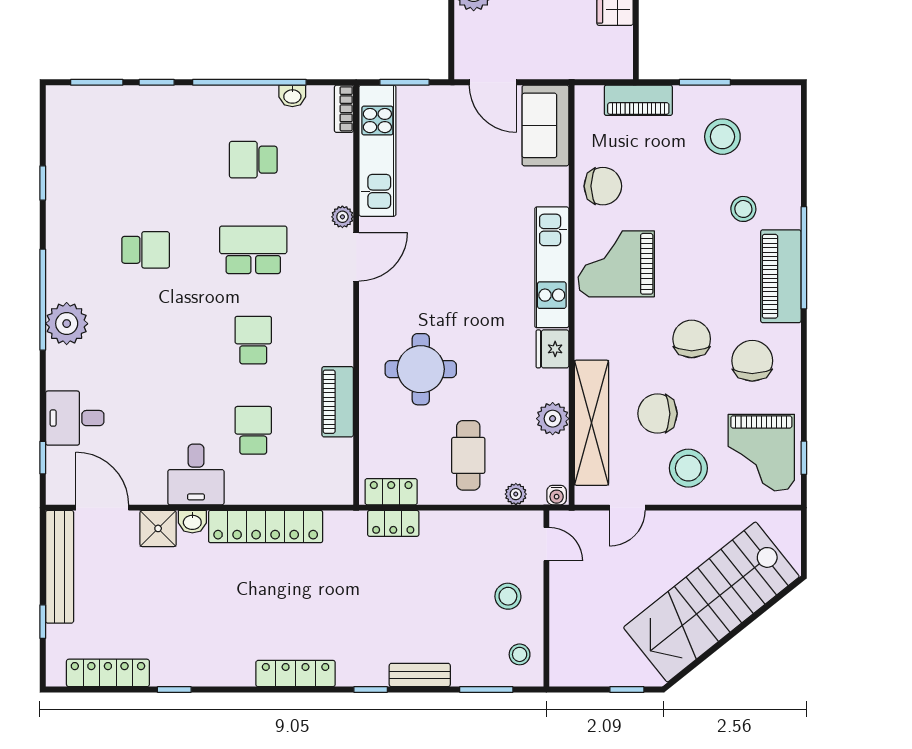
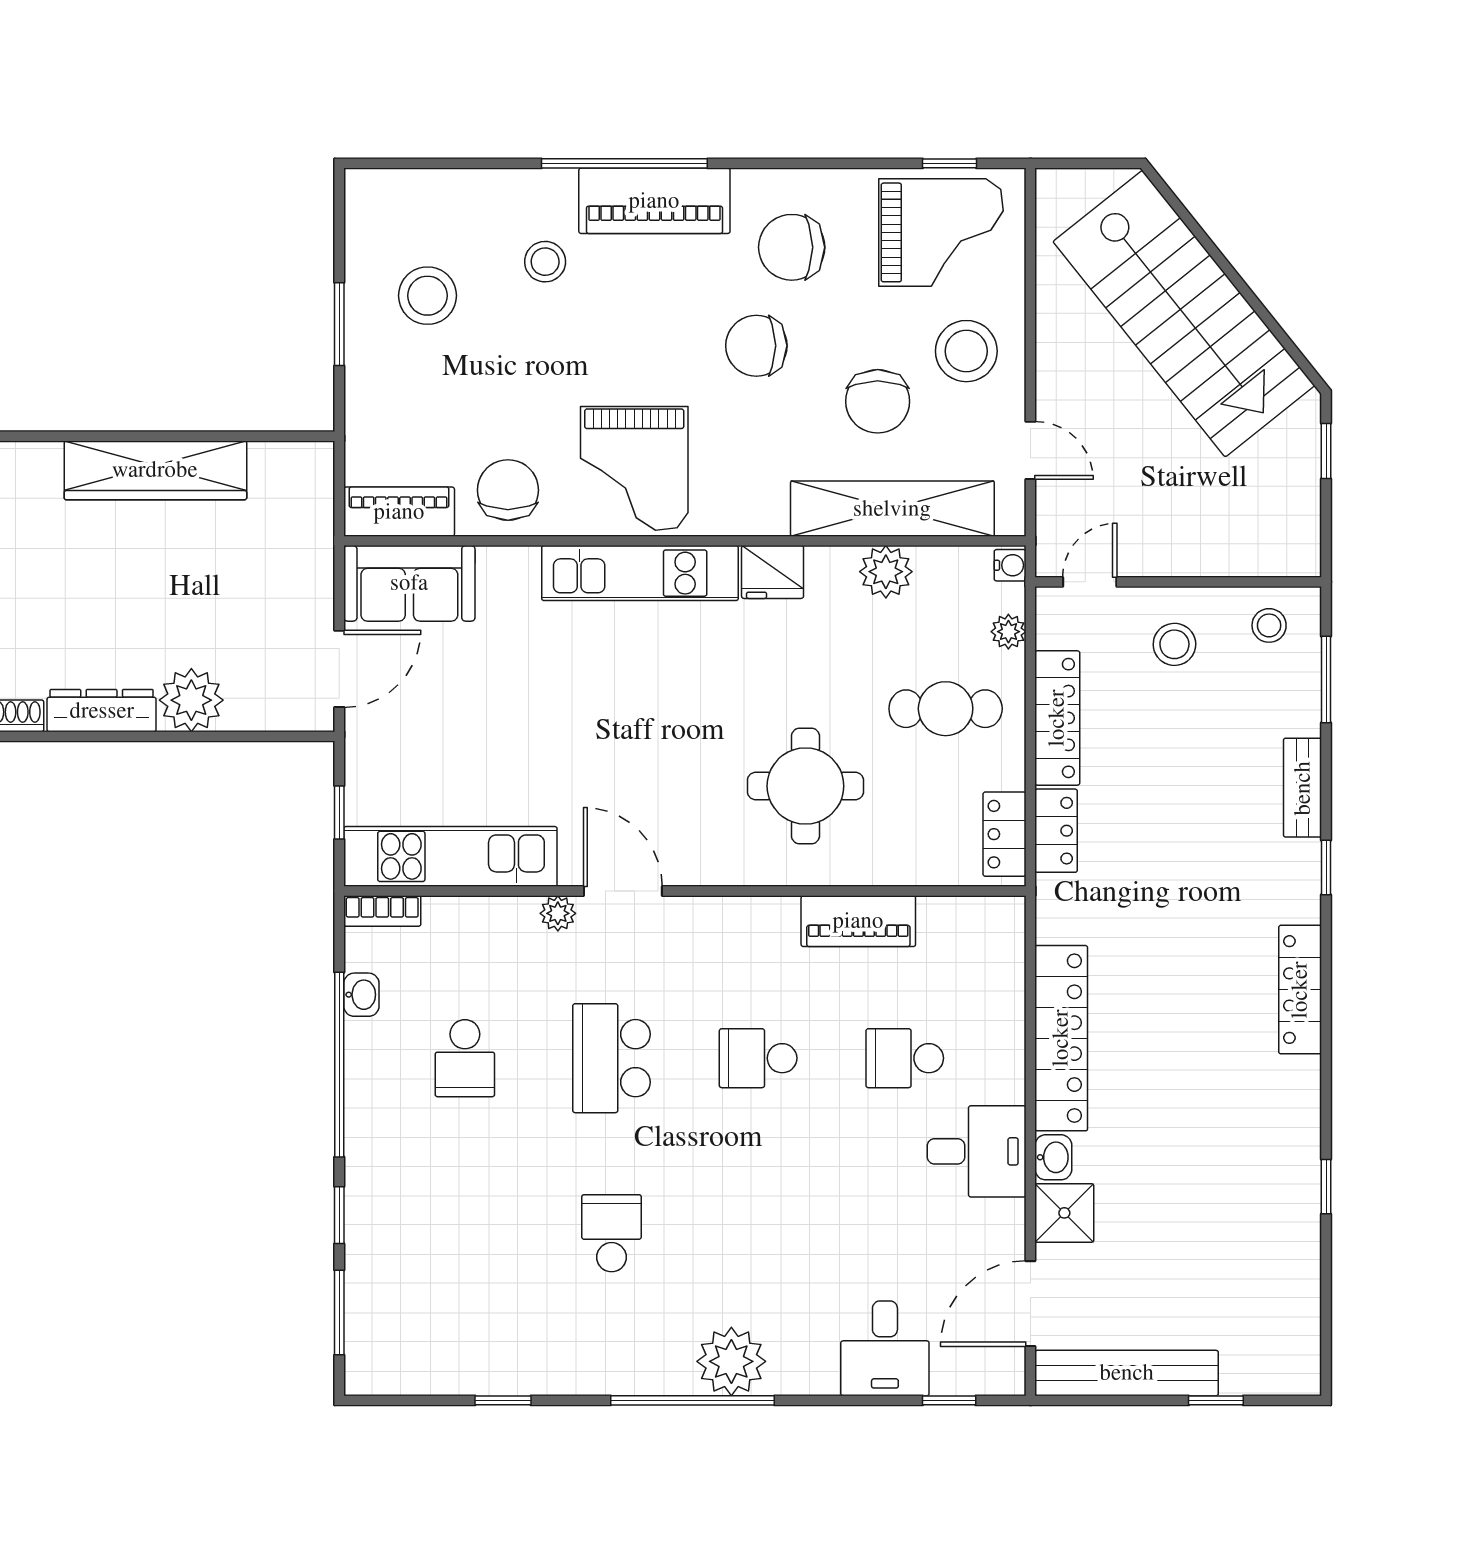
window: (404, 82) -> (339, 812), width x0.67
piano: (638, 100) -> (399, 512), moved, turned -90
locker: (108, 673) -> (1057, 718), moved, turned 180

